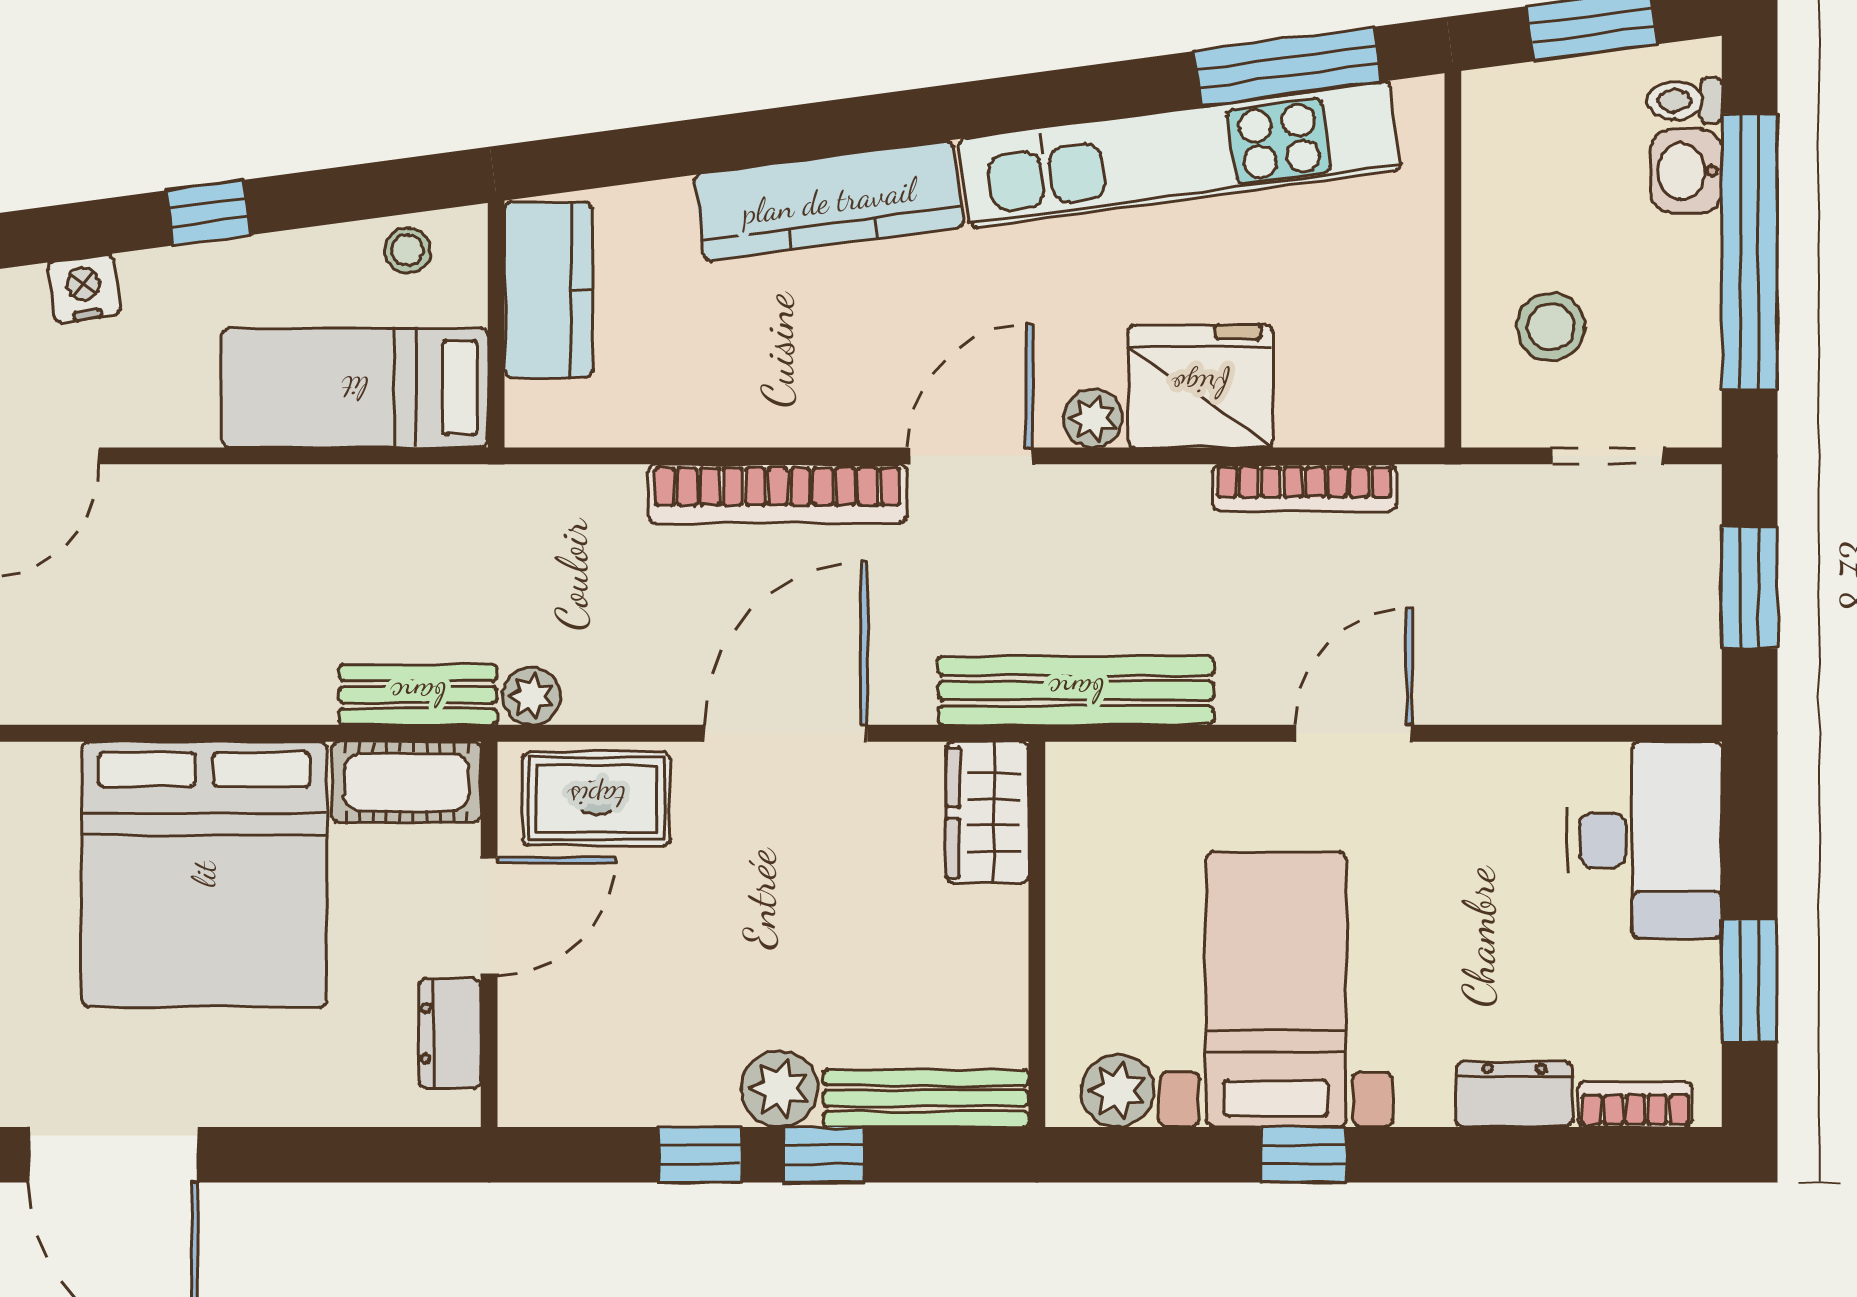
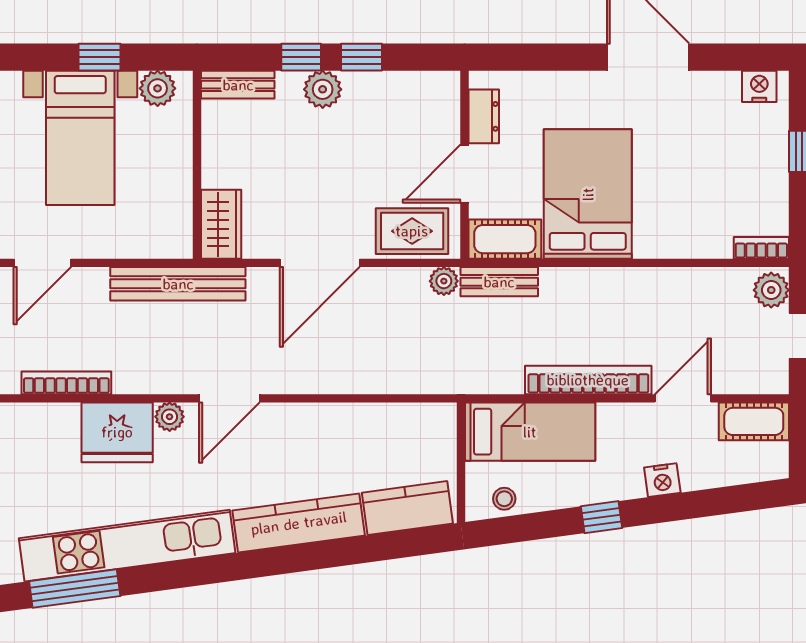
kitchen counter: (548, 290) -> (407, 508), moved, turned 82
bookcase: (778, 494) -> (588, 380), moved
bed: (204, 874) -> (588, 194), width x0.73
bench: (926, 1098) -> (238, 85), width x0.73
window: (1303, 1155) -> (99, 57), moved

